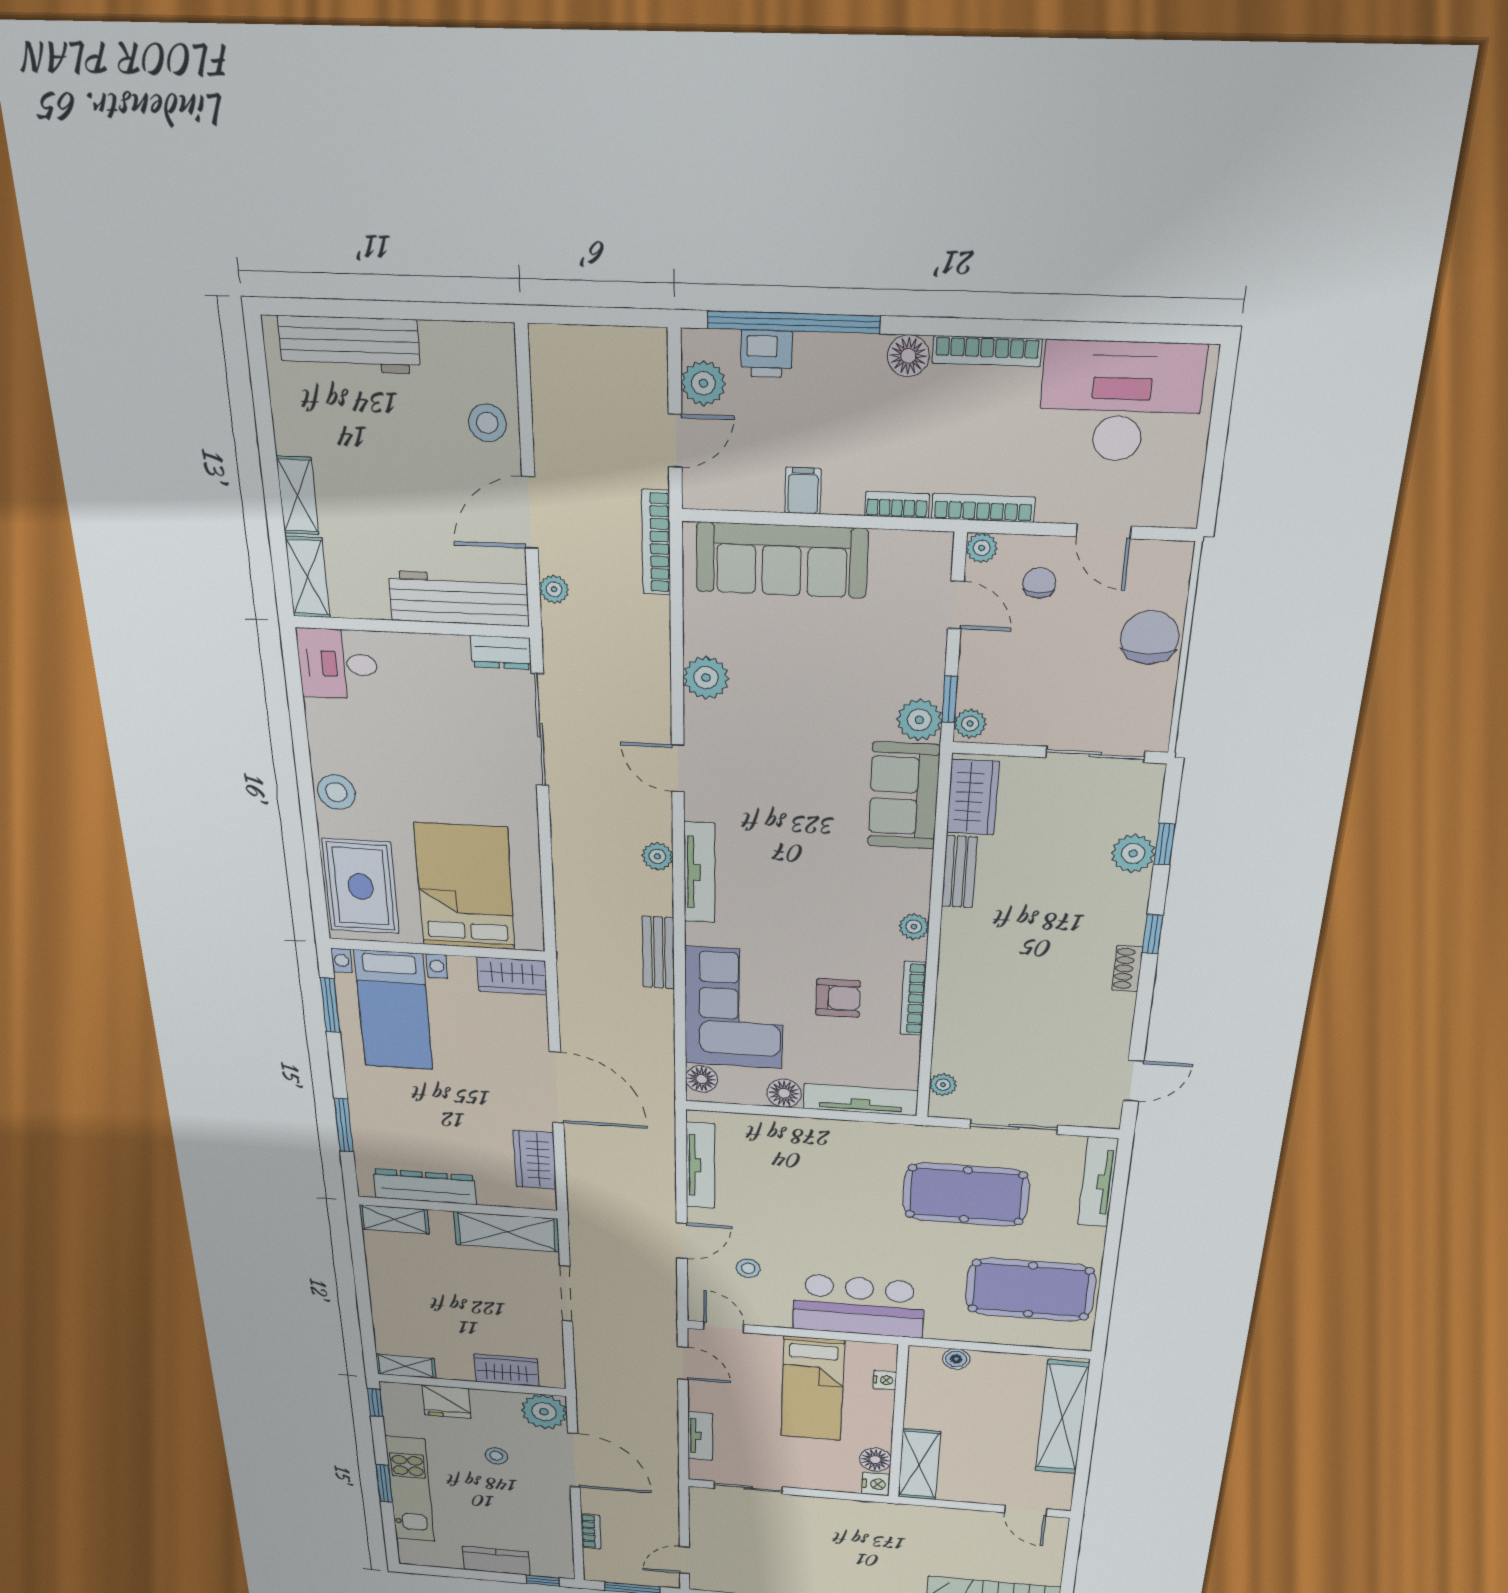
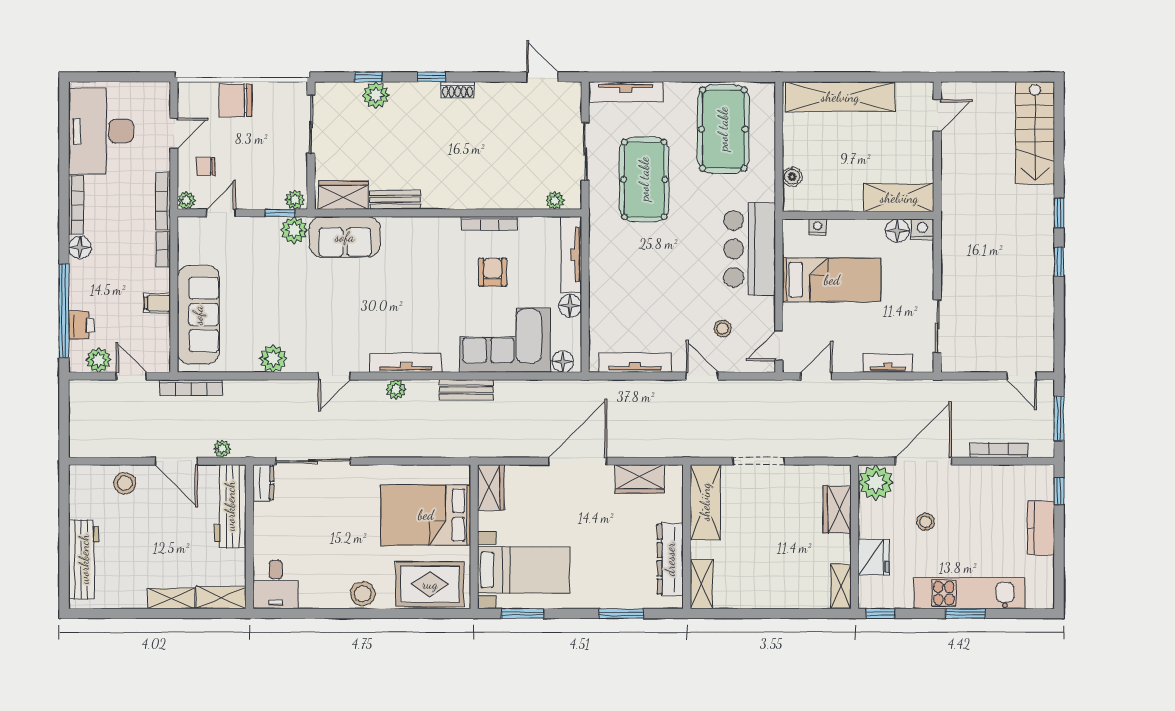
plant: (914, 927) -> (436, 226), removed
bookcase: (591, 1531) -> (999, 450), width x1.56

